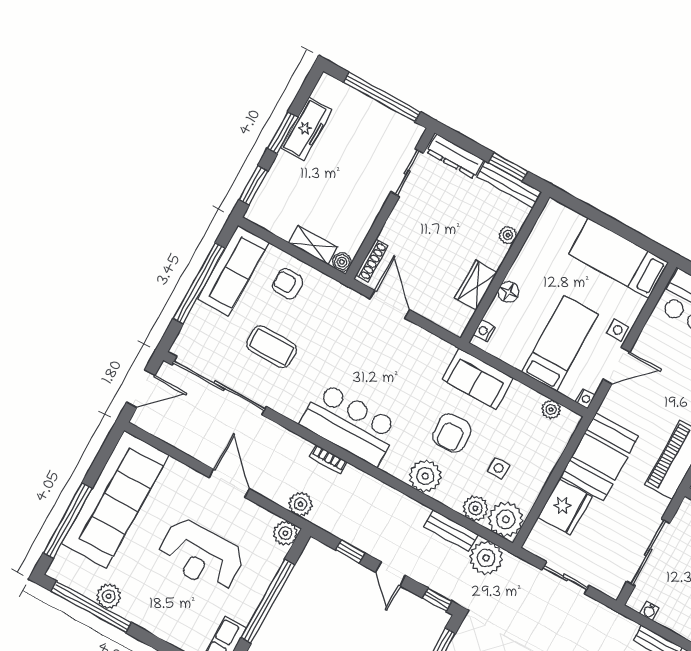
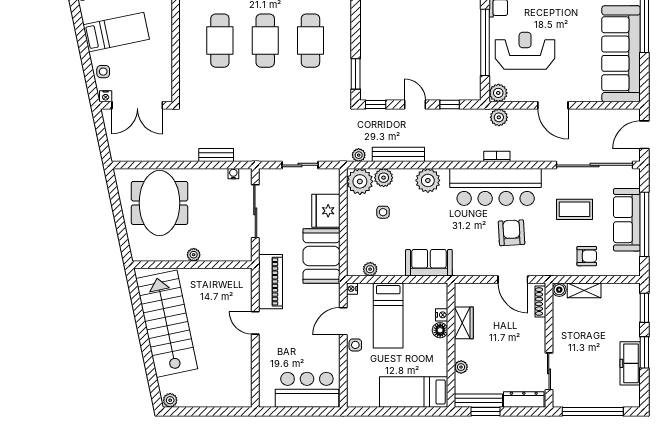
bed: (619, 258) -> (414, 392), moved, turned 180
sofa: (233, 271) -> (627, 220), moved
nightstand: (484, 331) -> (442, 315), moved
bar counter: (350, 424) -> (496, 187), width x1.36
armchair: (452, 433) -> (512, 233), moved
bench: (451, 530) -> (398, 154), width x1.36
reception desk: (201, 555) -> (525, 51), moved
plant: (486, 558) -> (359, 155), width x0.53, depth x0.53

